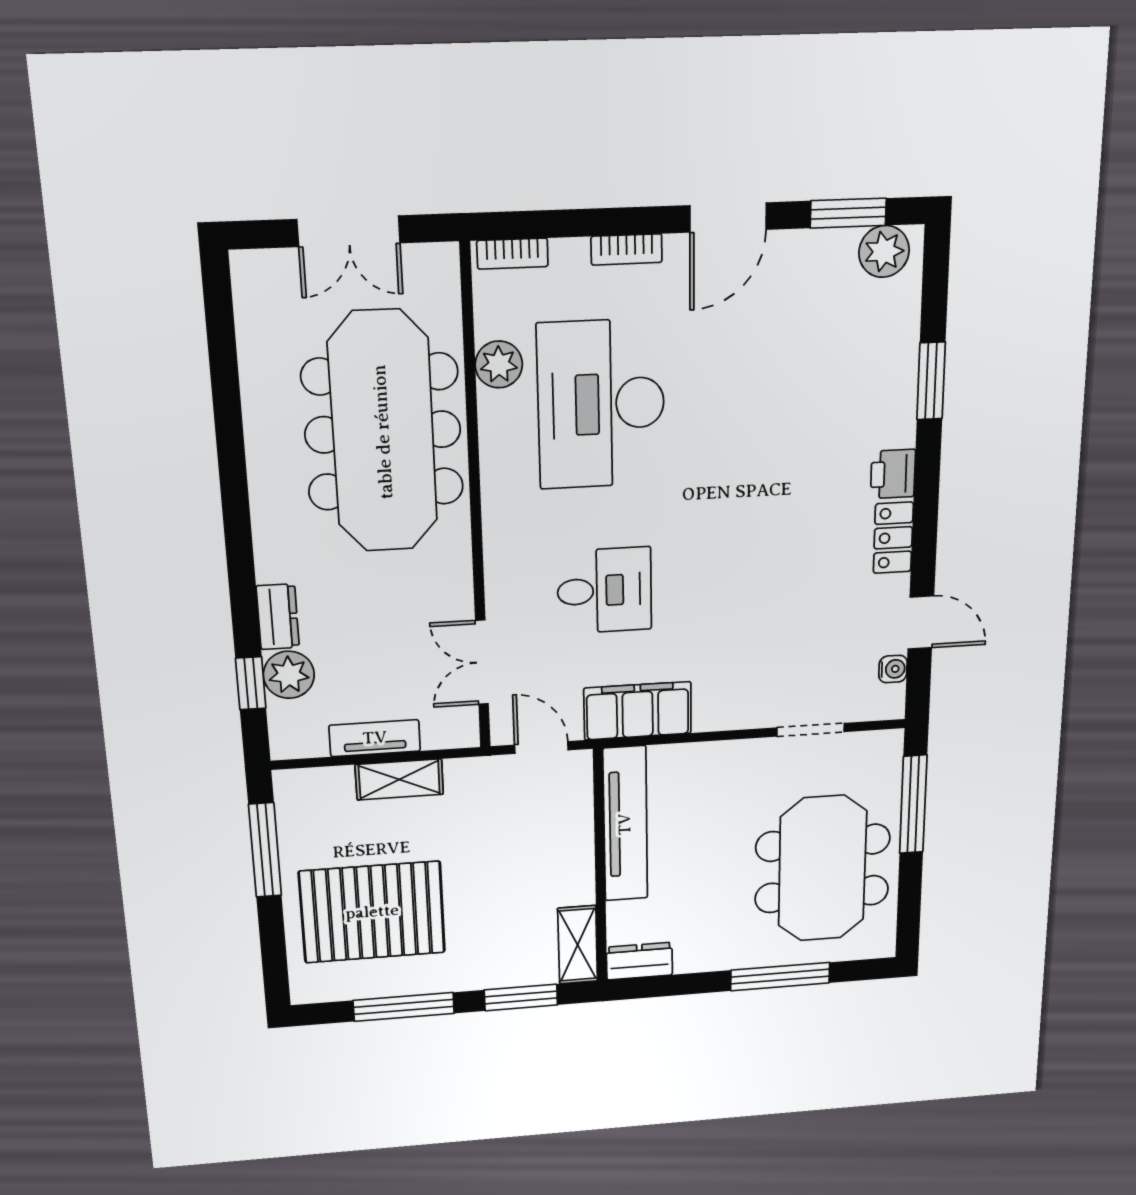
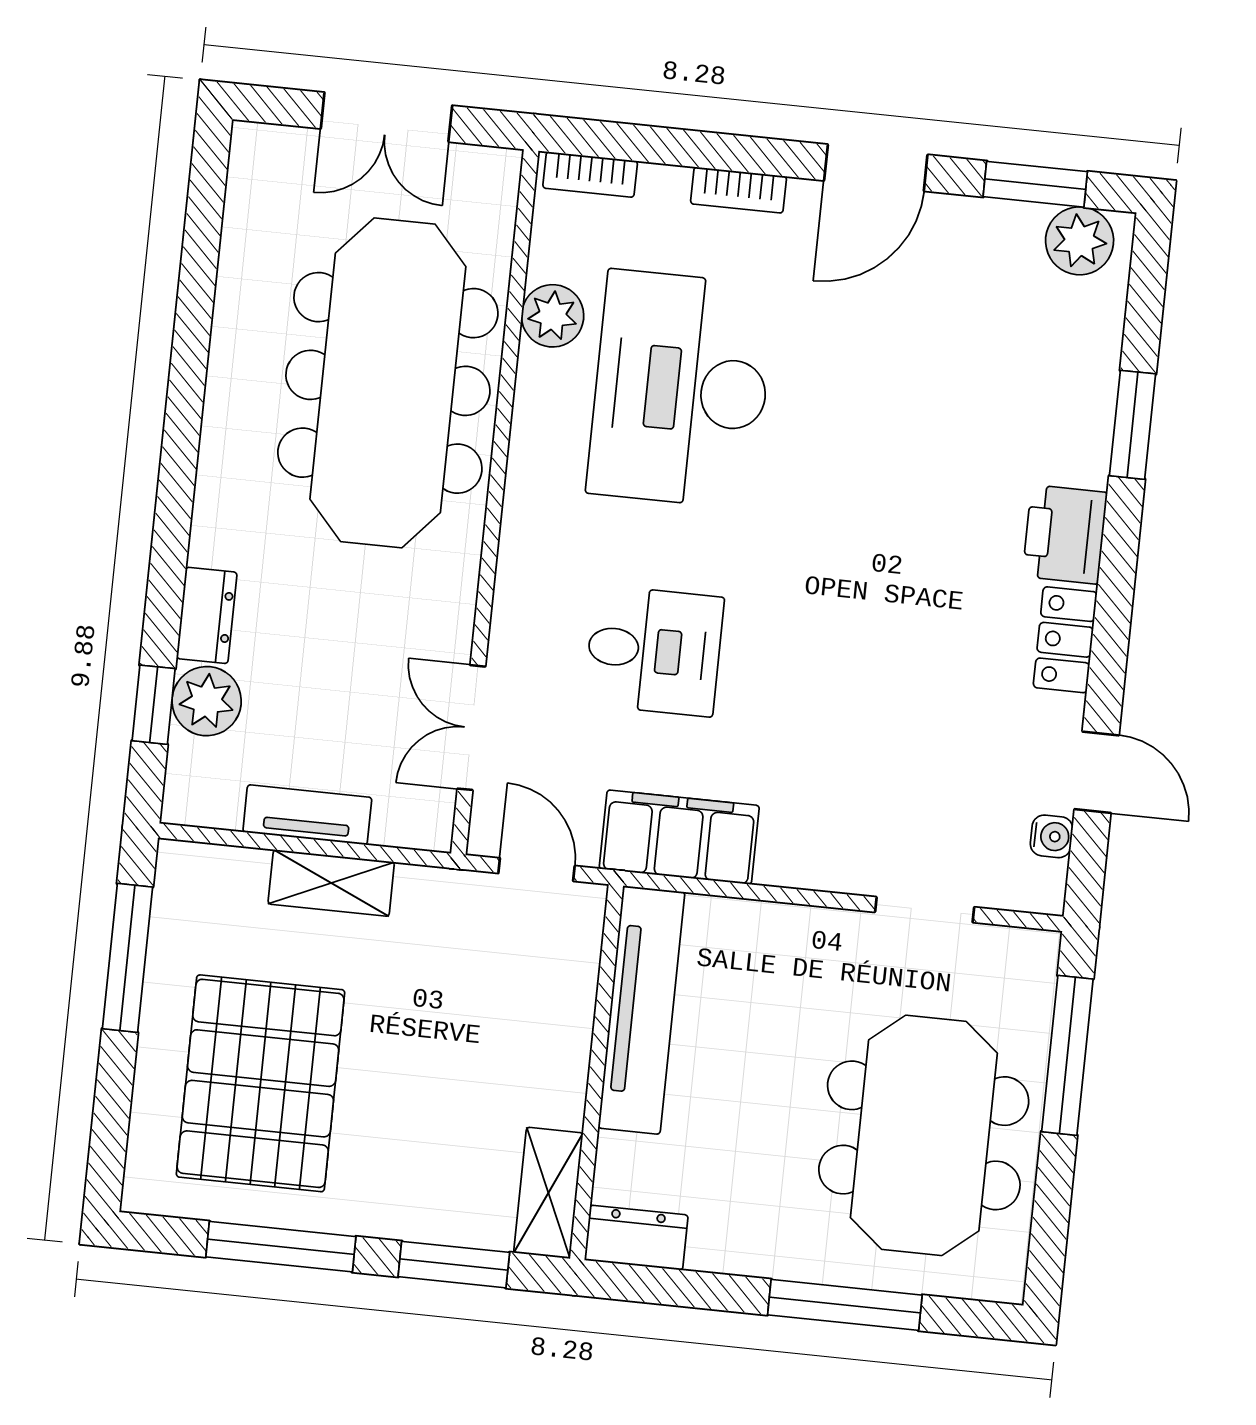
printer: (893, 474) -> (1065, 534), width x1.36, depth x1.24
pallet: (372, 912) -> (261, 1083), turned 90

